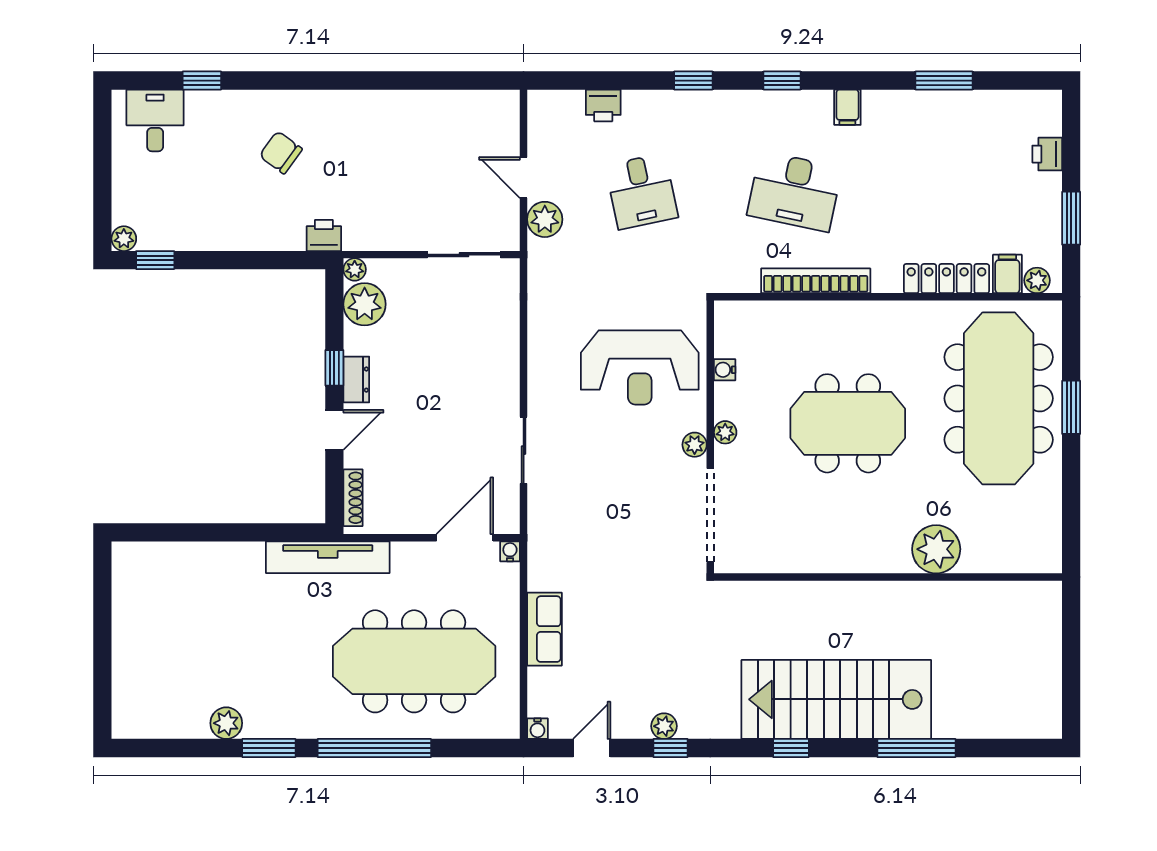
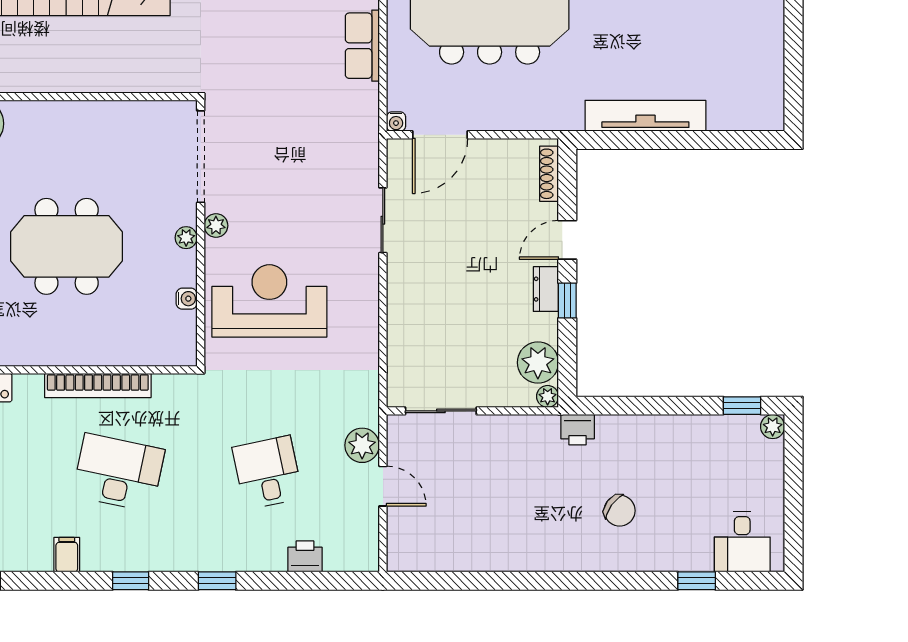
tv unit: (328, 557) -> (645, 116), moved

